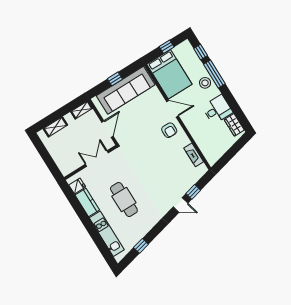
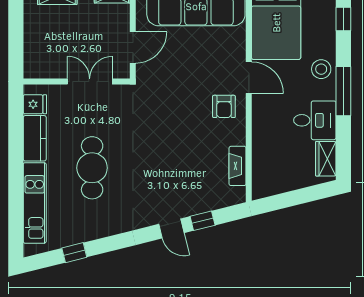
window: (214, 74) -> (343, 91), moved

